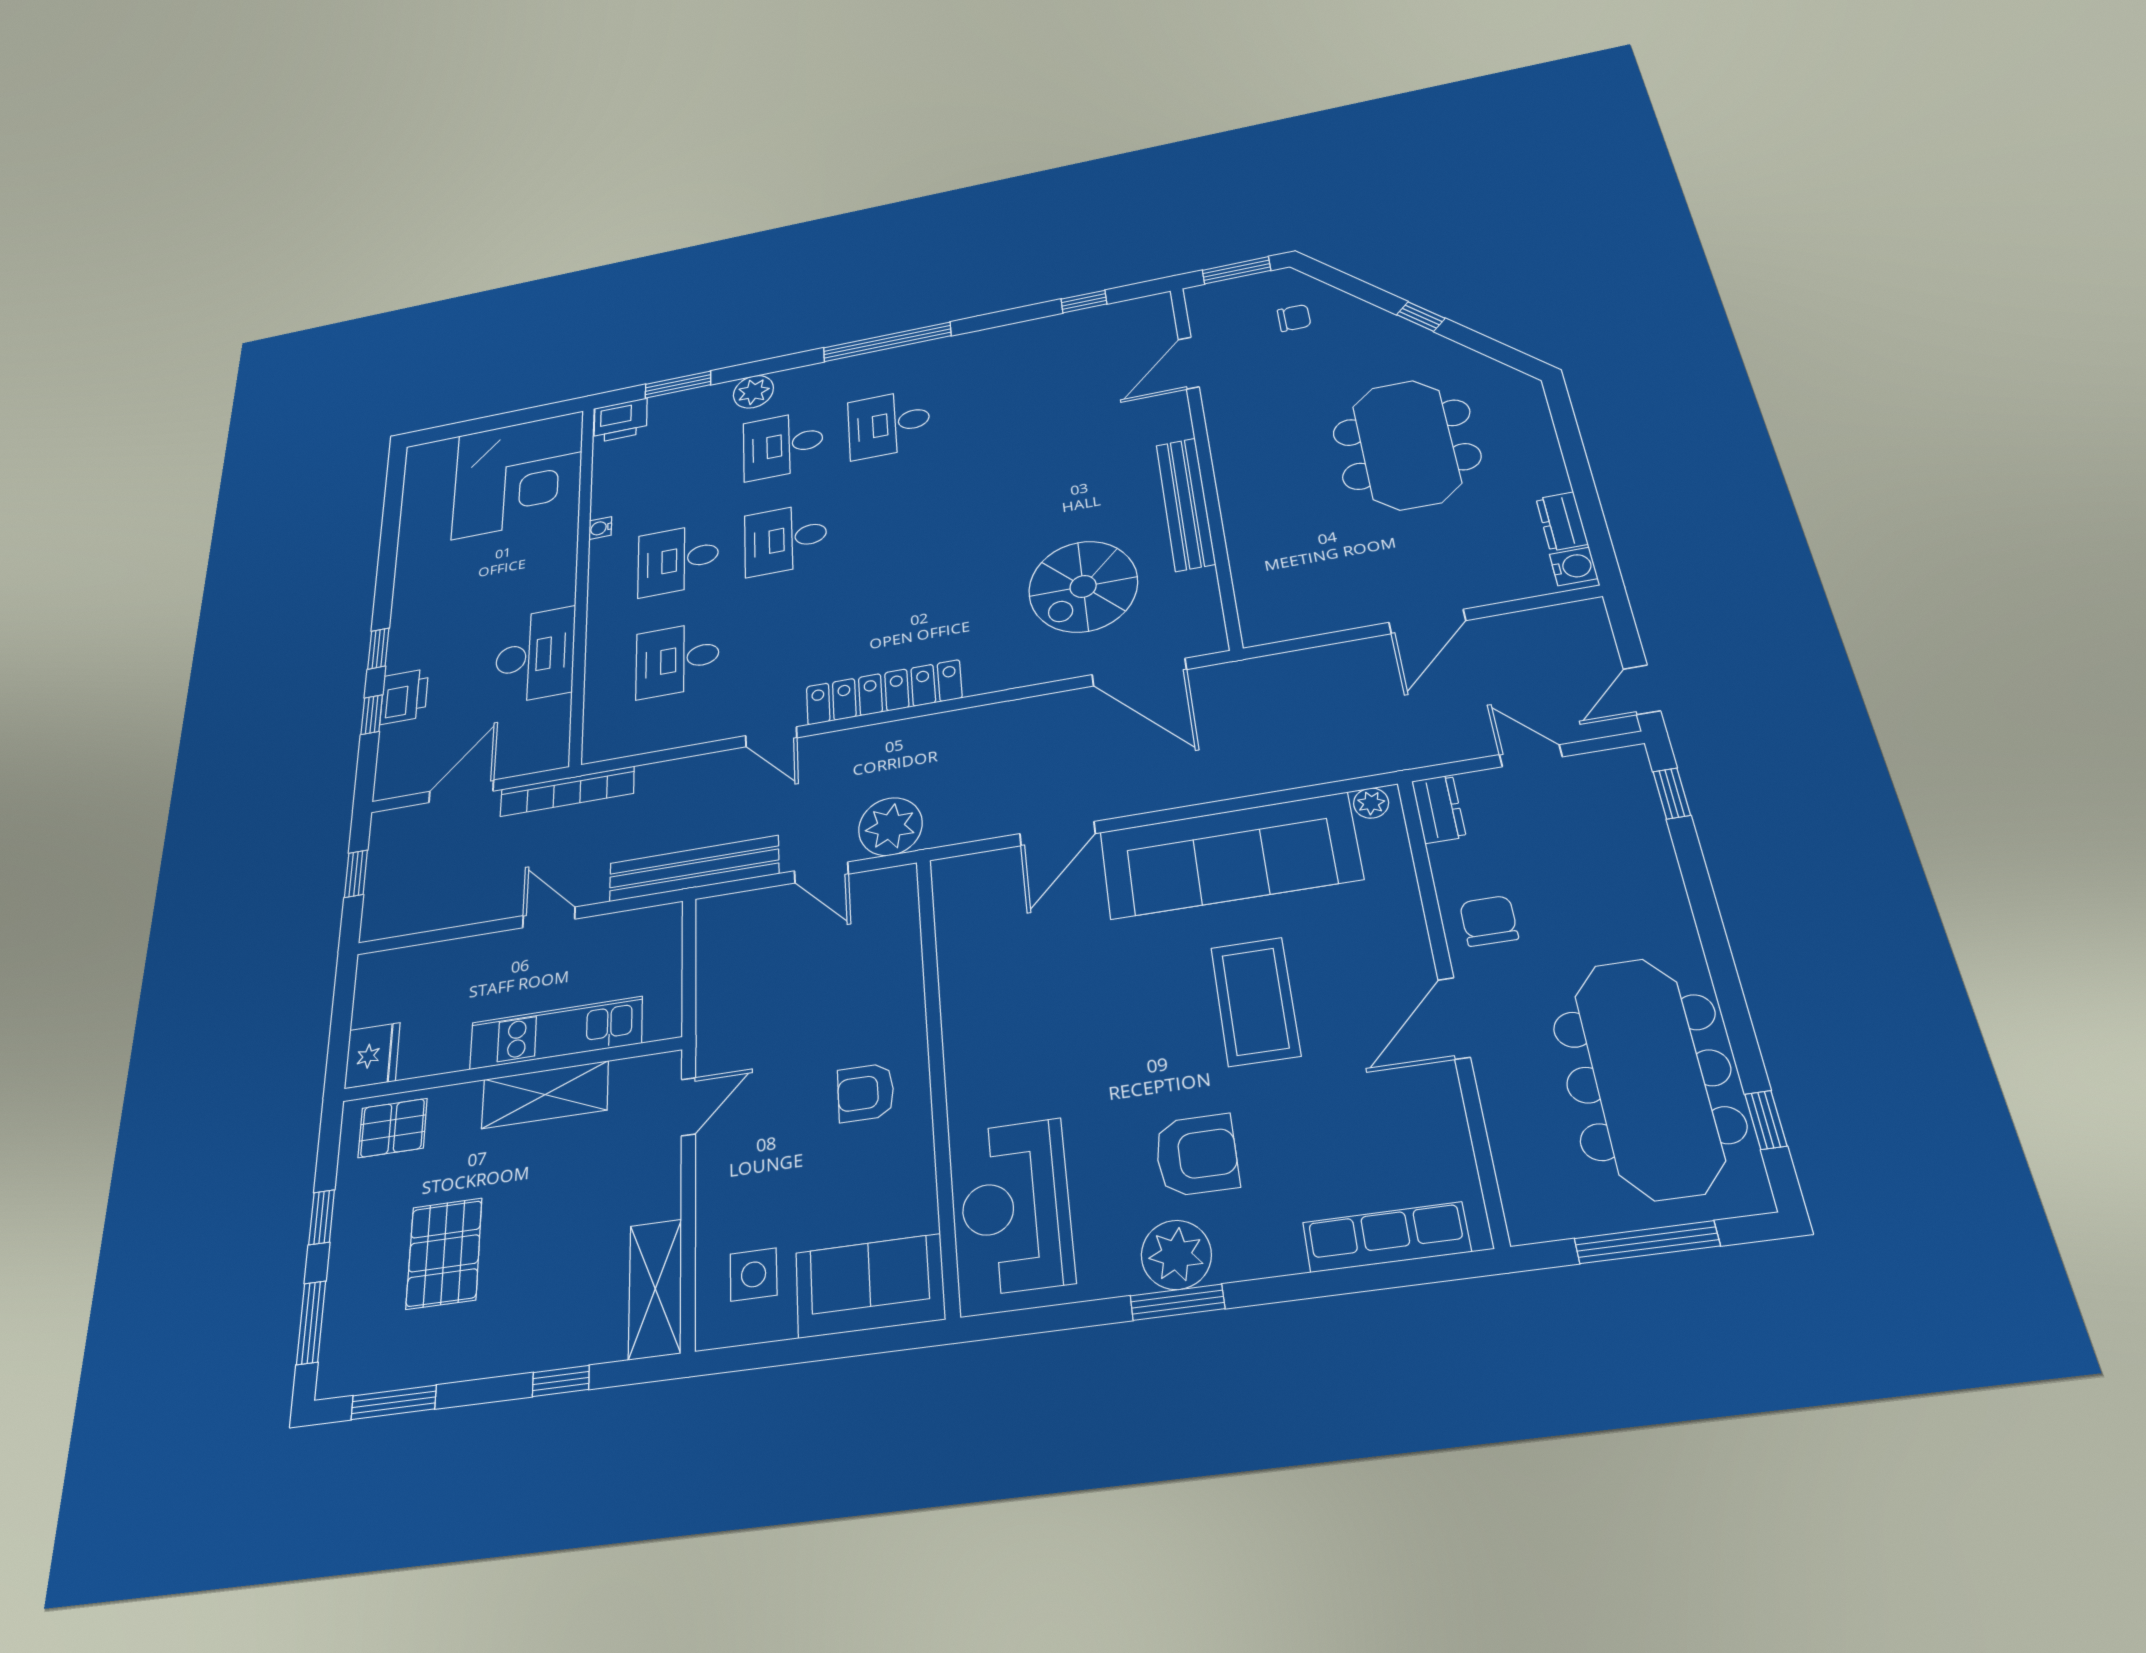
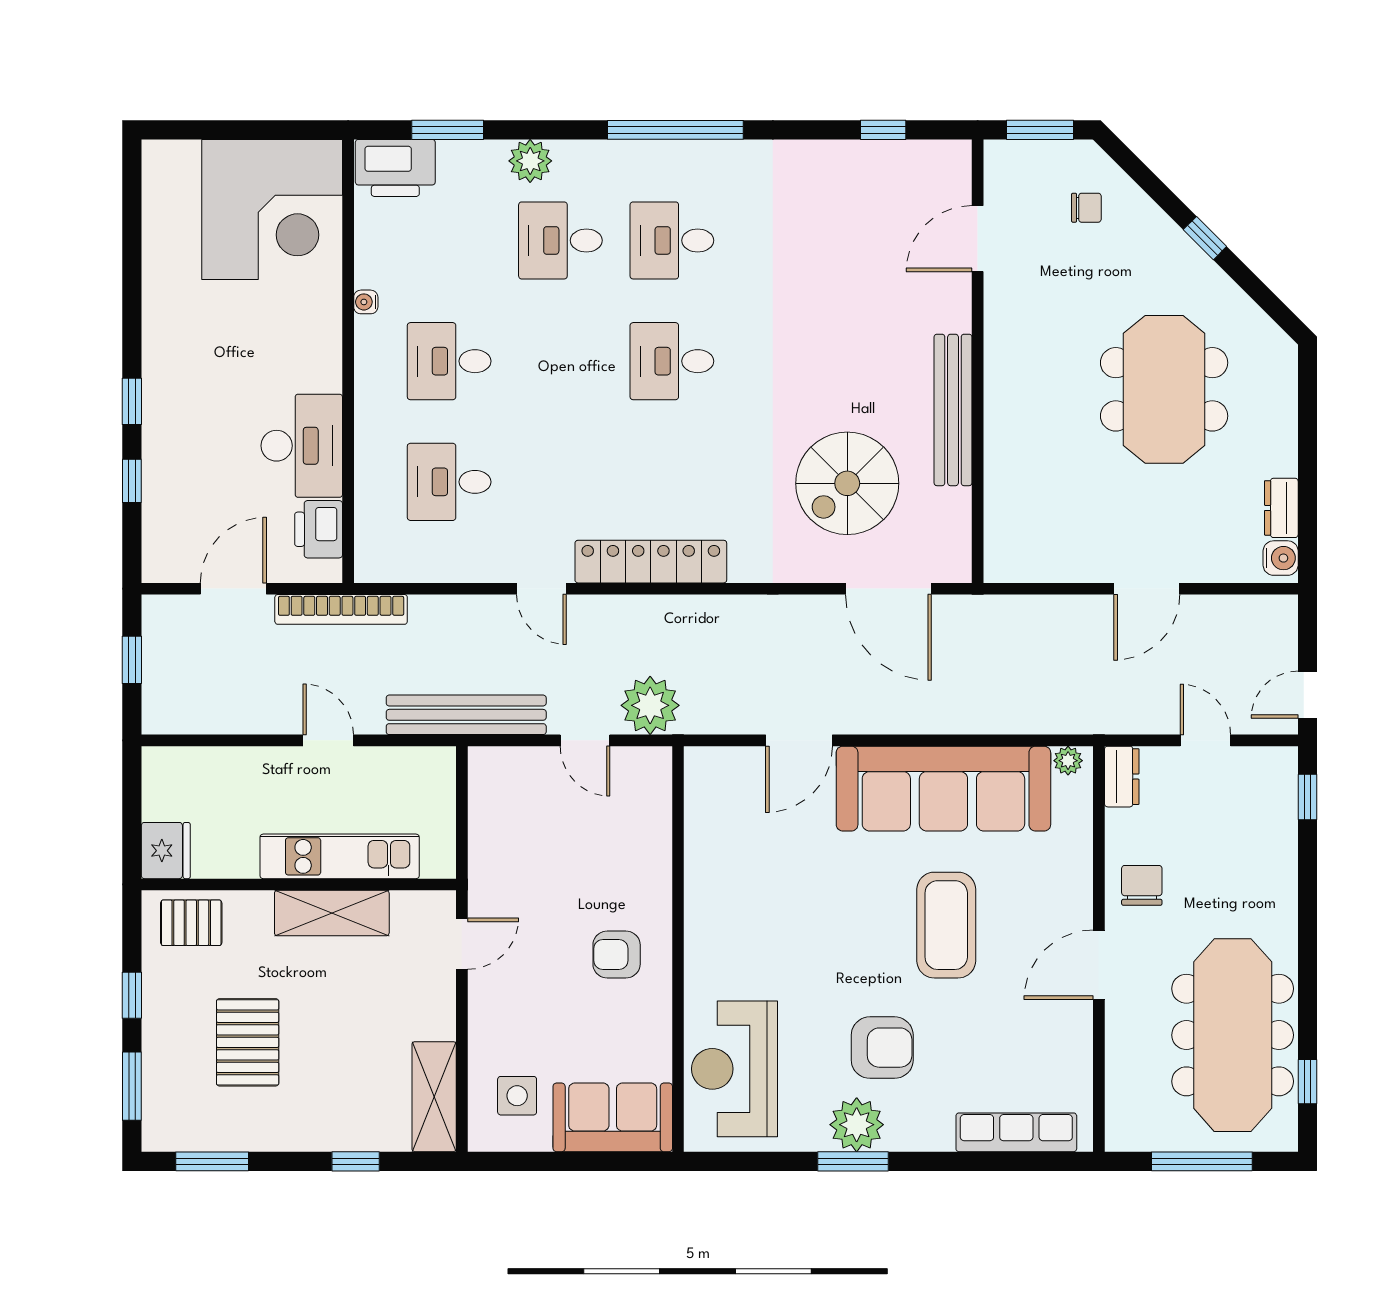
printer: (621, 420) -> (395, 168), width x1.37, depth x1.19
desk: (785, 539) -> (672, 361), moved
printer: (404, 696) -> (319, 529), moved, turned 180

